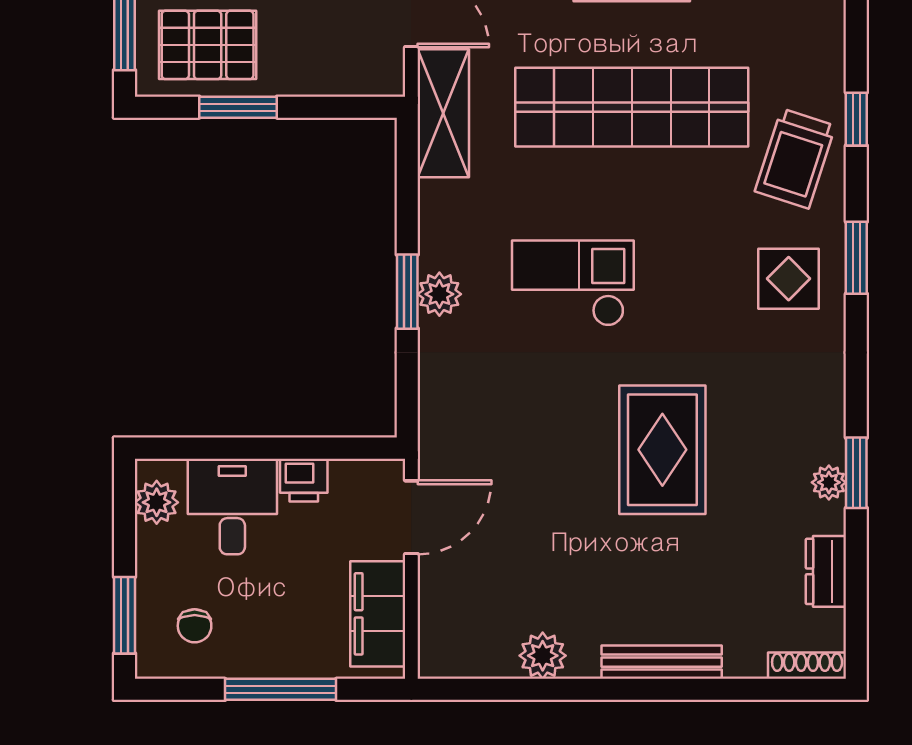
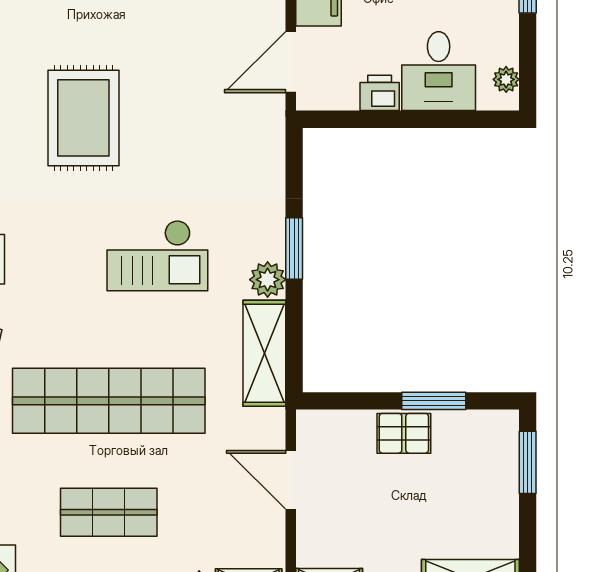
pallet: (208, 45) -> (404, 433), moved, width x0.67, depth x0.71
shelving: (443, 113) -> (264, 353), moved
plant: (439, 294) -> (268, 280), moved
plant: (157, 502) -> (506, 79), width x0.73, depth x0.73

